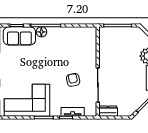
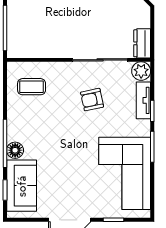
coffee table: (81, 42) -> (32, 87), added
plant: (91, 110) -> (141, 71), added

